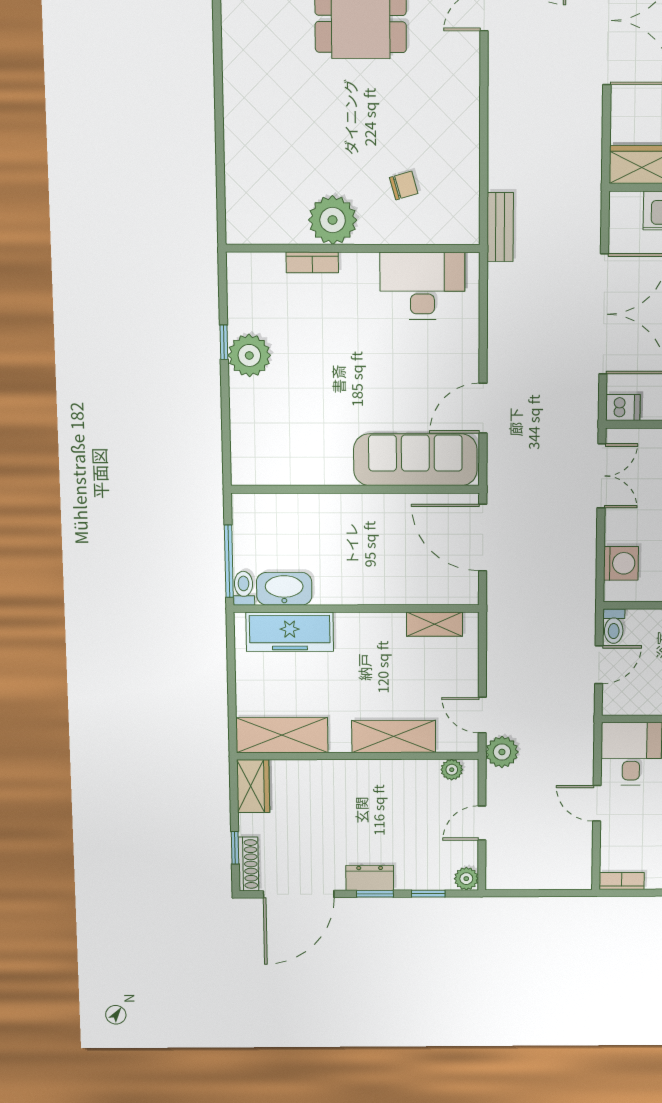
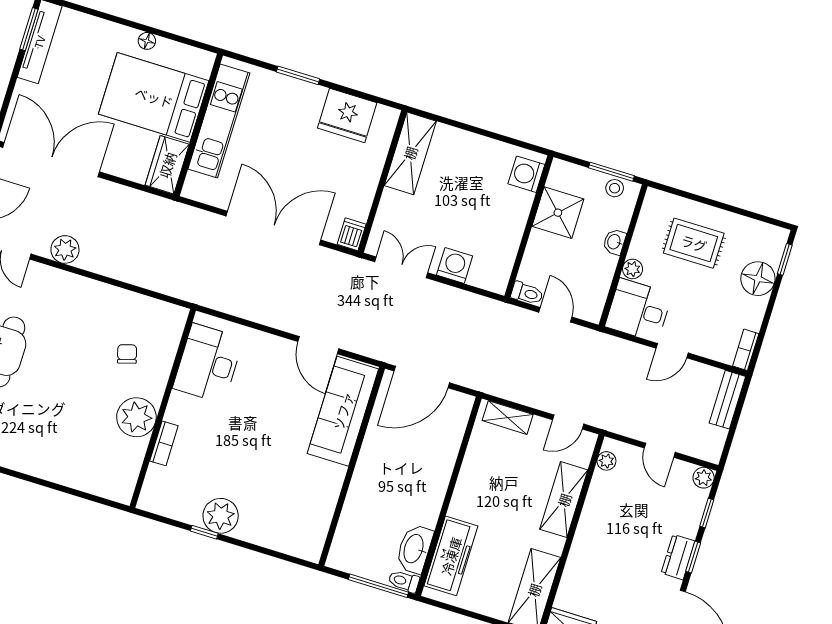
bench: (500, 227) -> (727, 400), moved, turned 90
washing machine: (621, 563) -> (455, 265), moved
shelving: (434, 624) -> (508, 418), moved, turned 90
plant: (502, 752) -> (65, 249), moved

